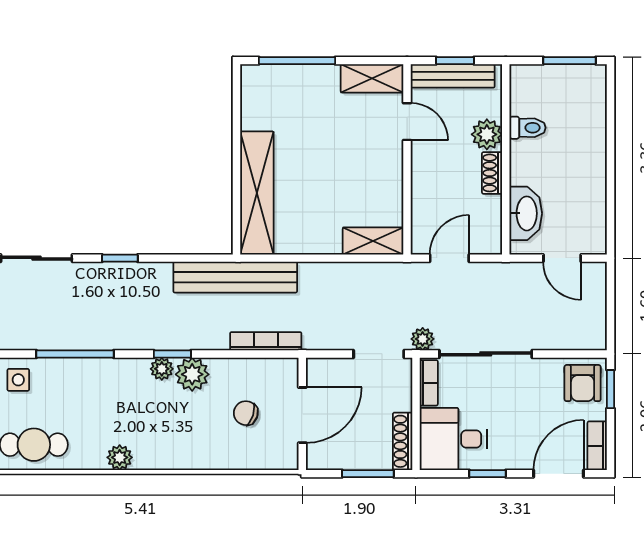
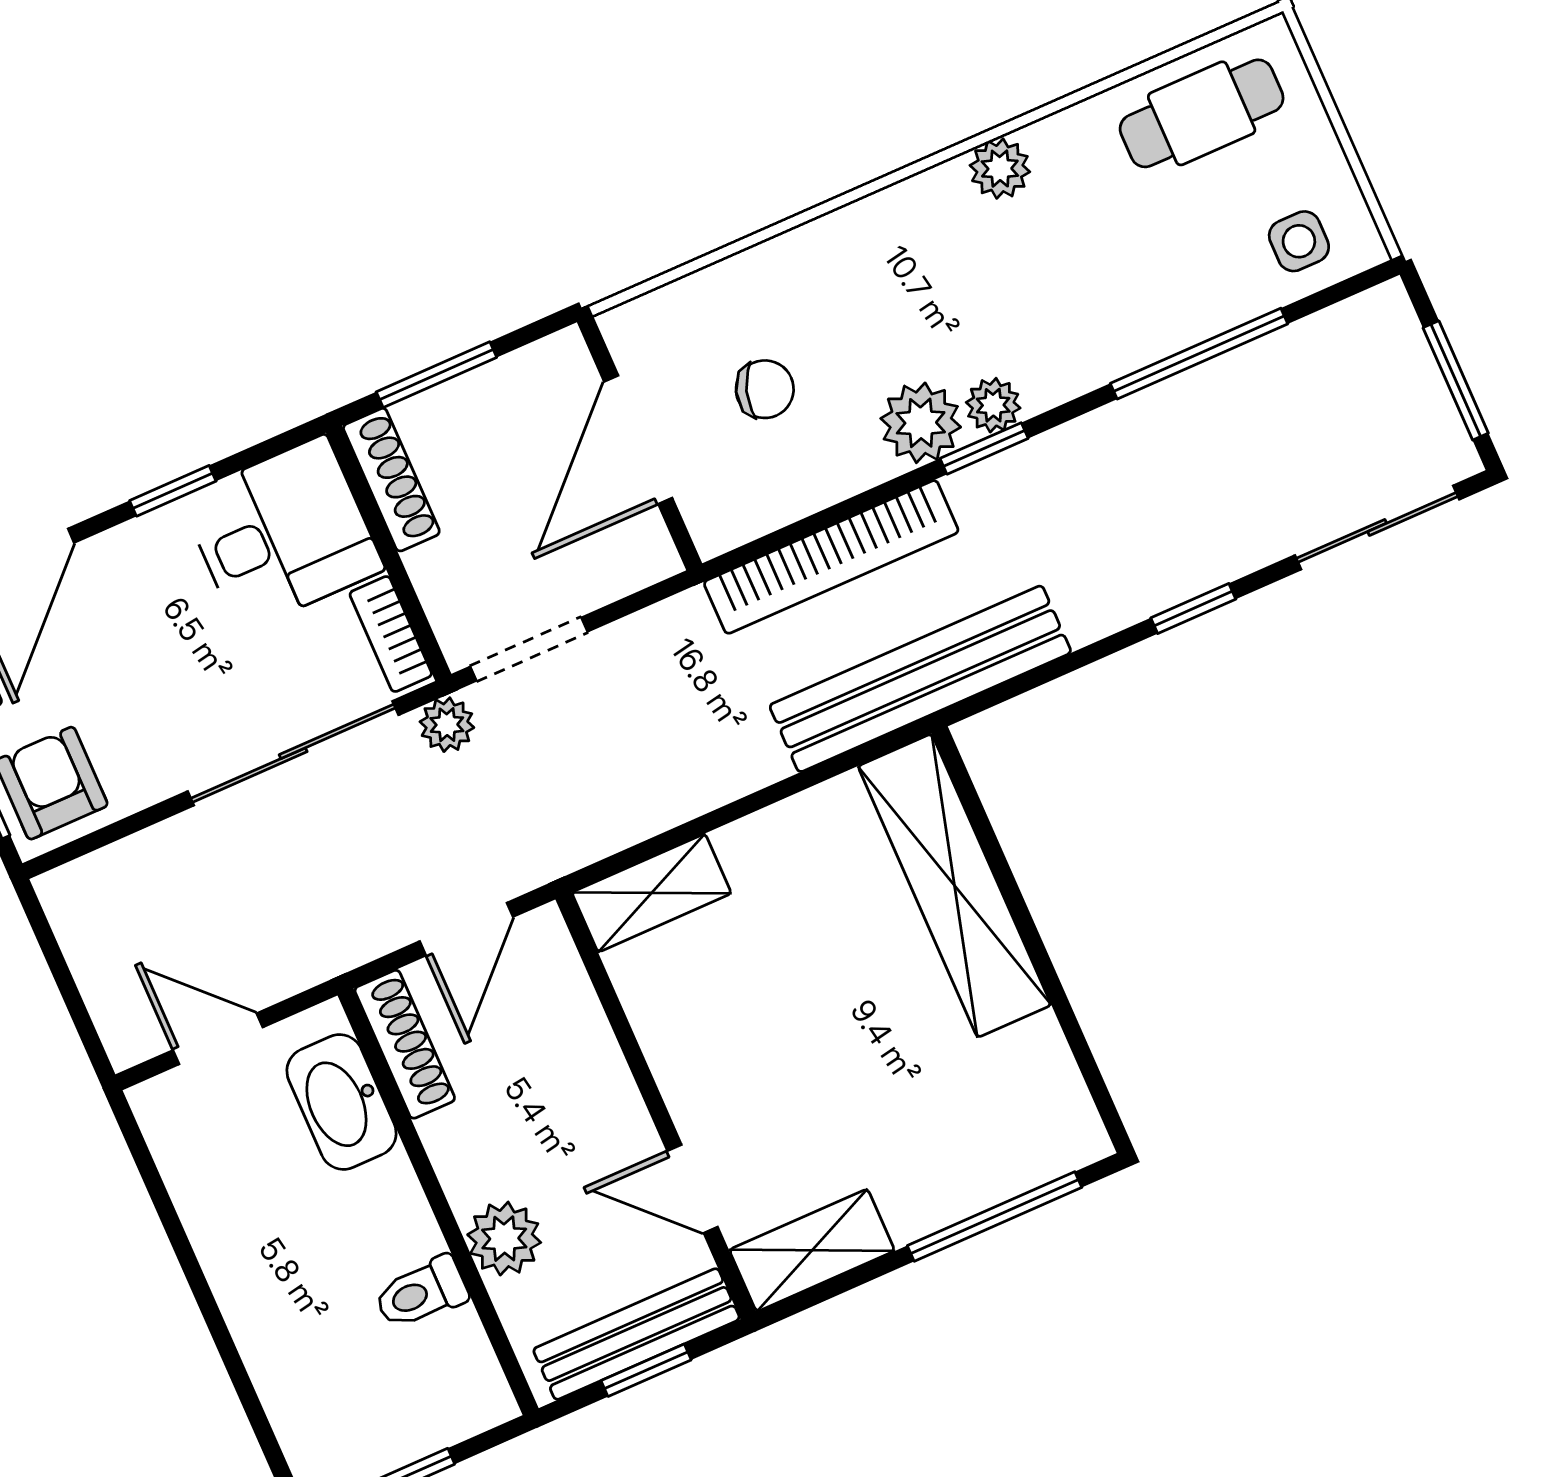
shoe rack: (492, 173) -> (405, 1044), moved, width x1.43
bookcase: (266, 341) -> (831, 557), width x1.48, depth x1.31

